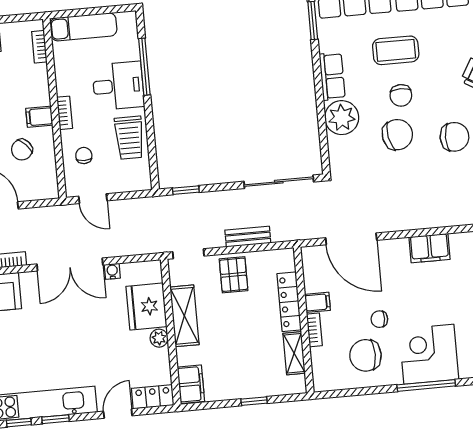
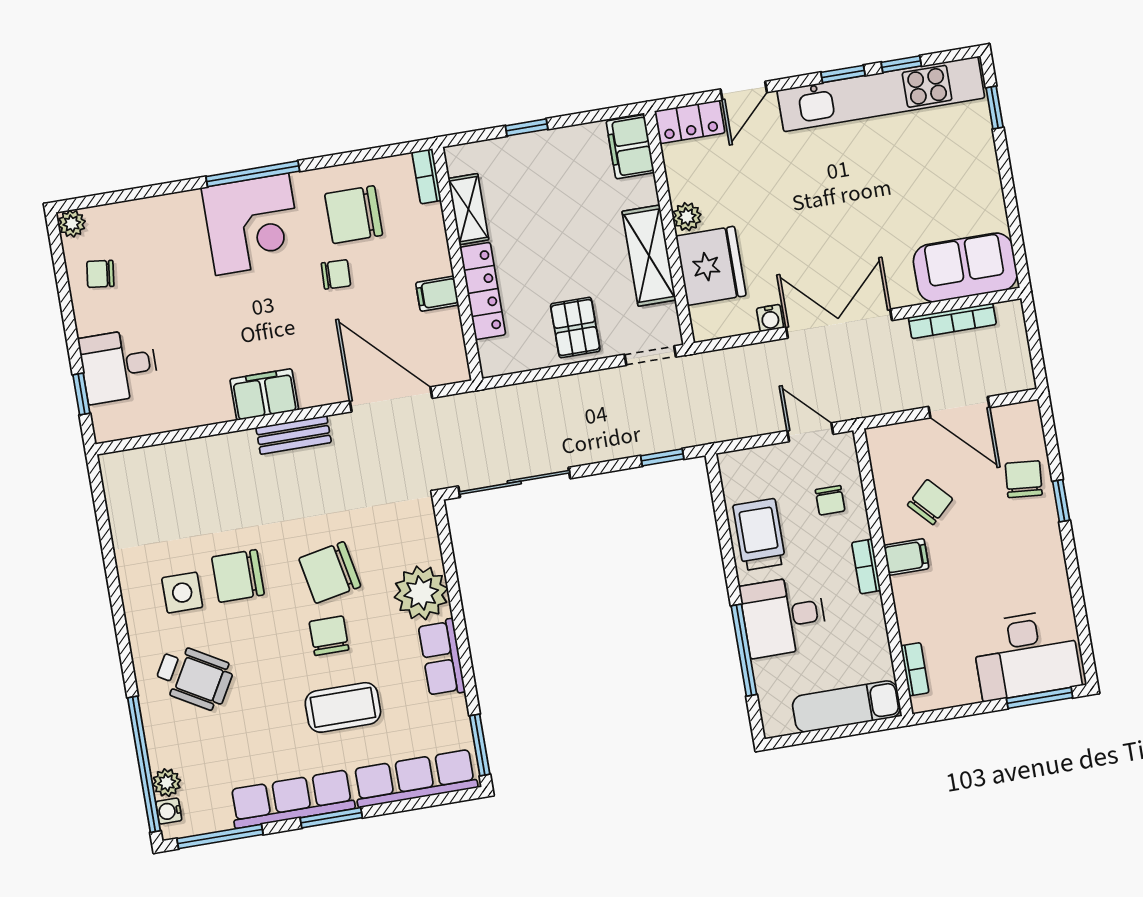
bench: (248, 237) -> (294, 435), moved
bookcase: (314, 330) -> (427, 176), moved
chair: (365, 355) -> (354, 215), turned 180

